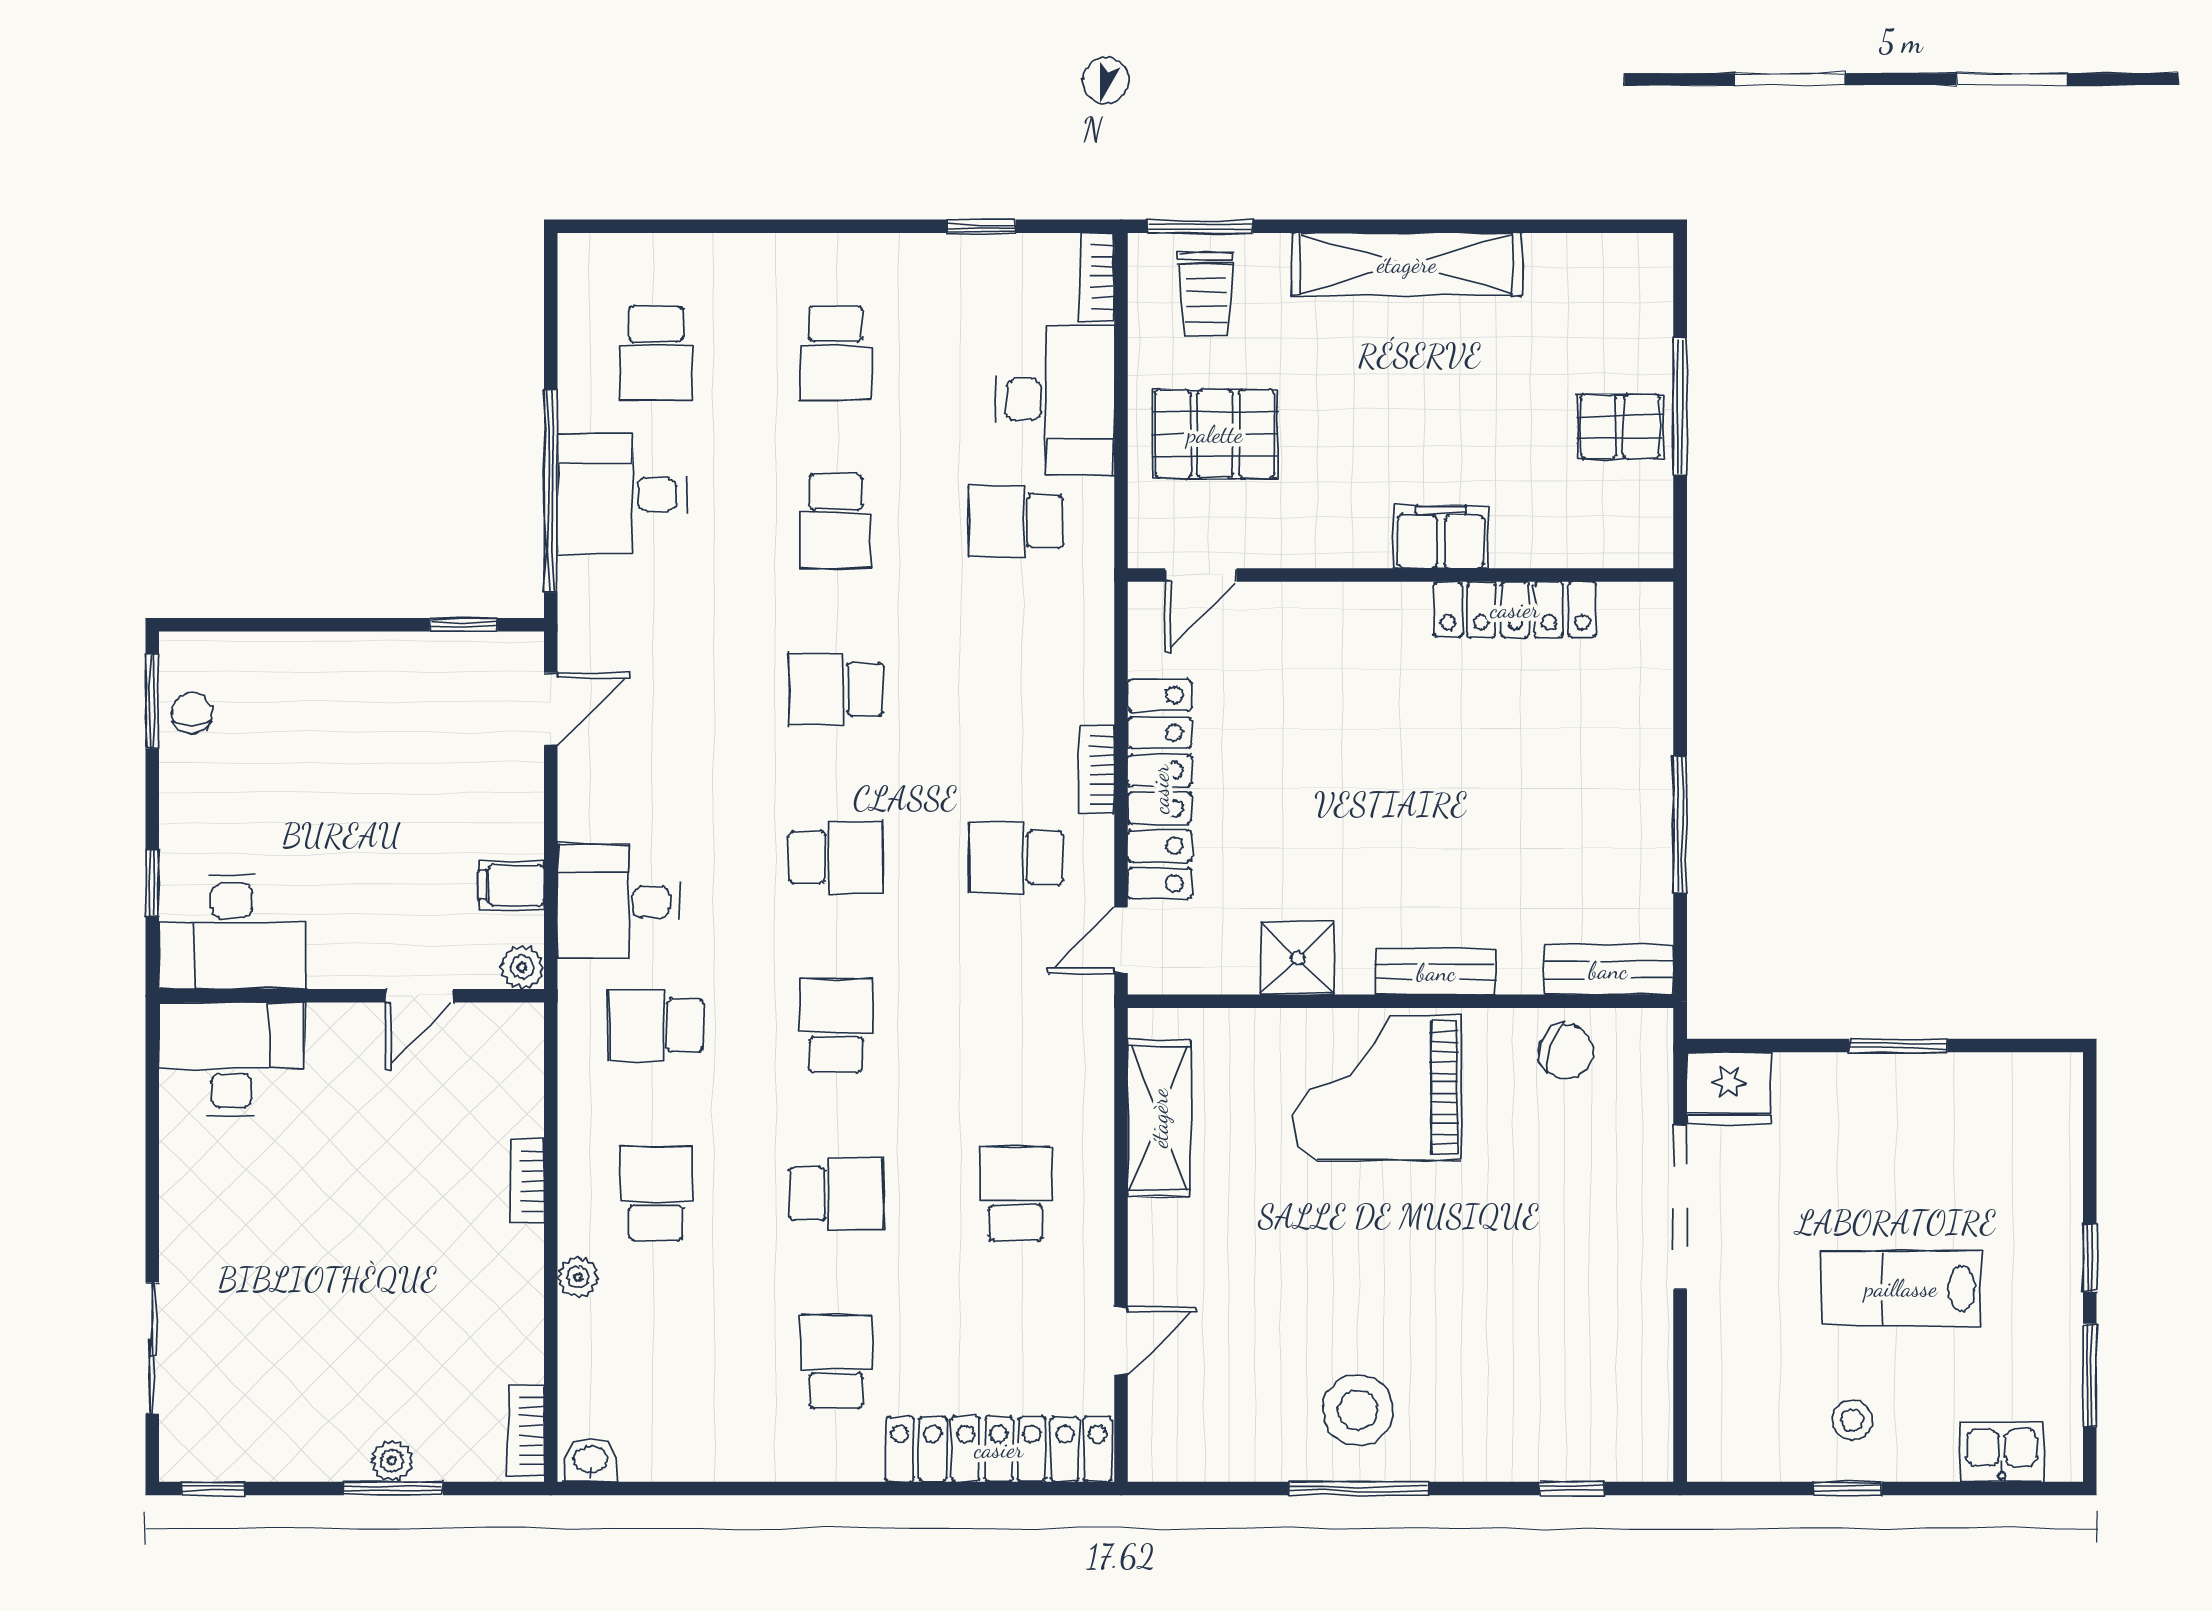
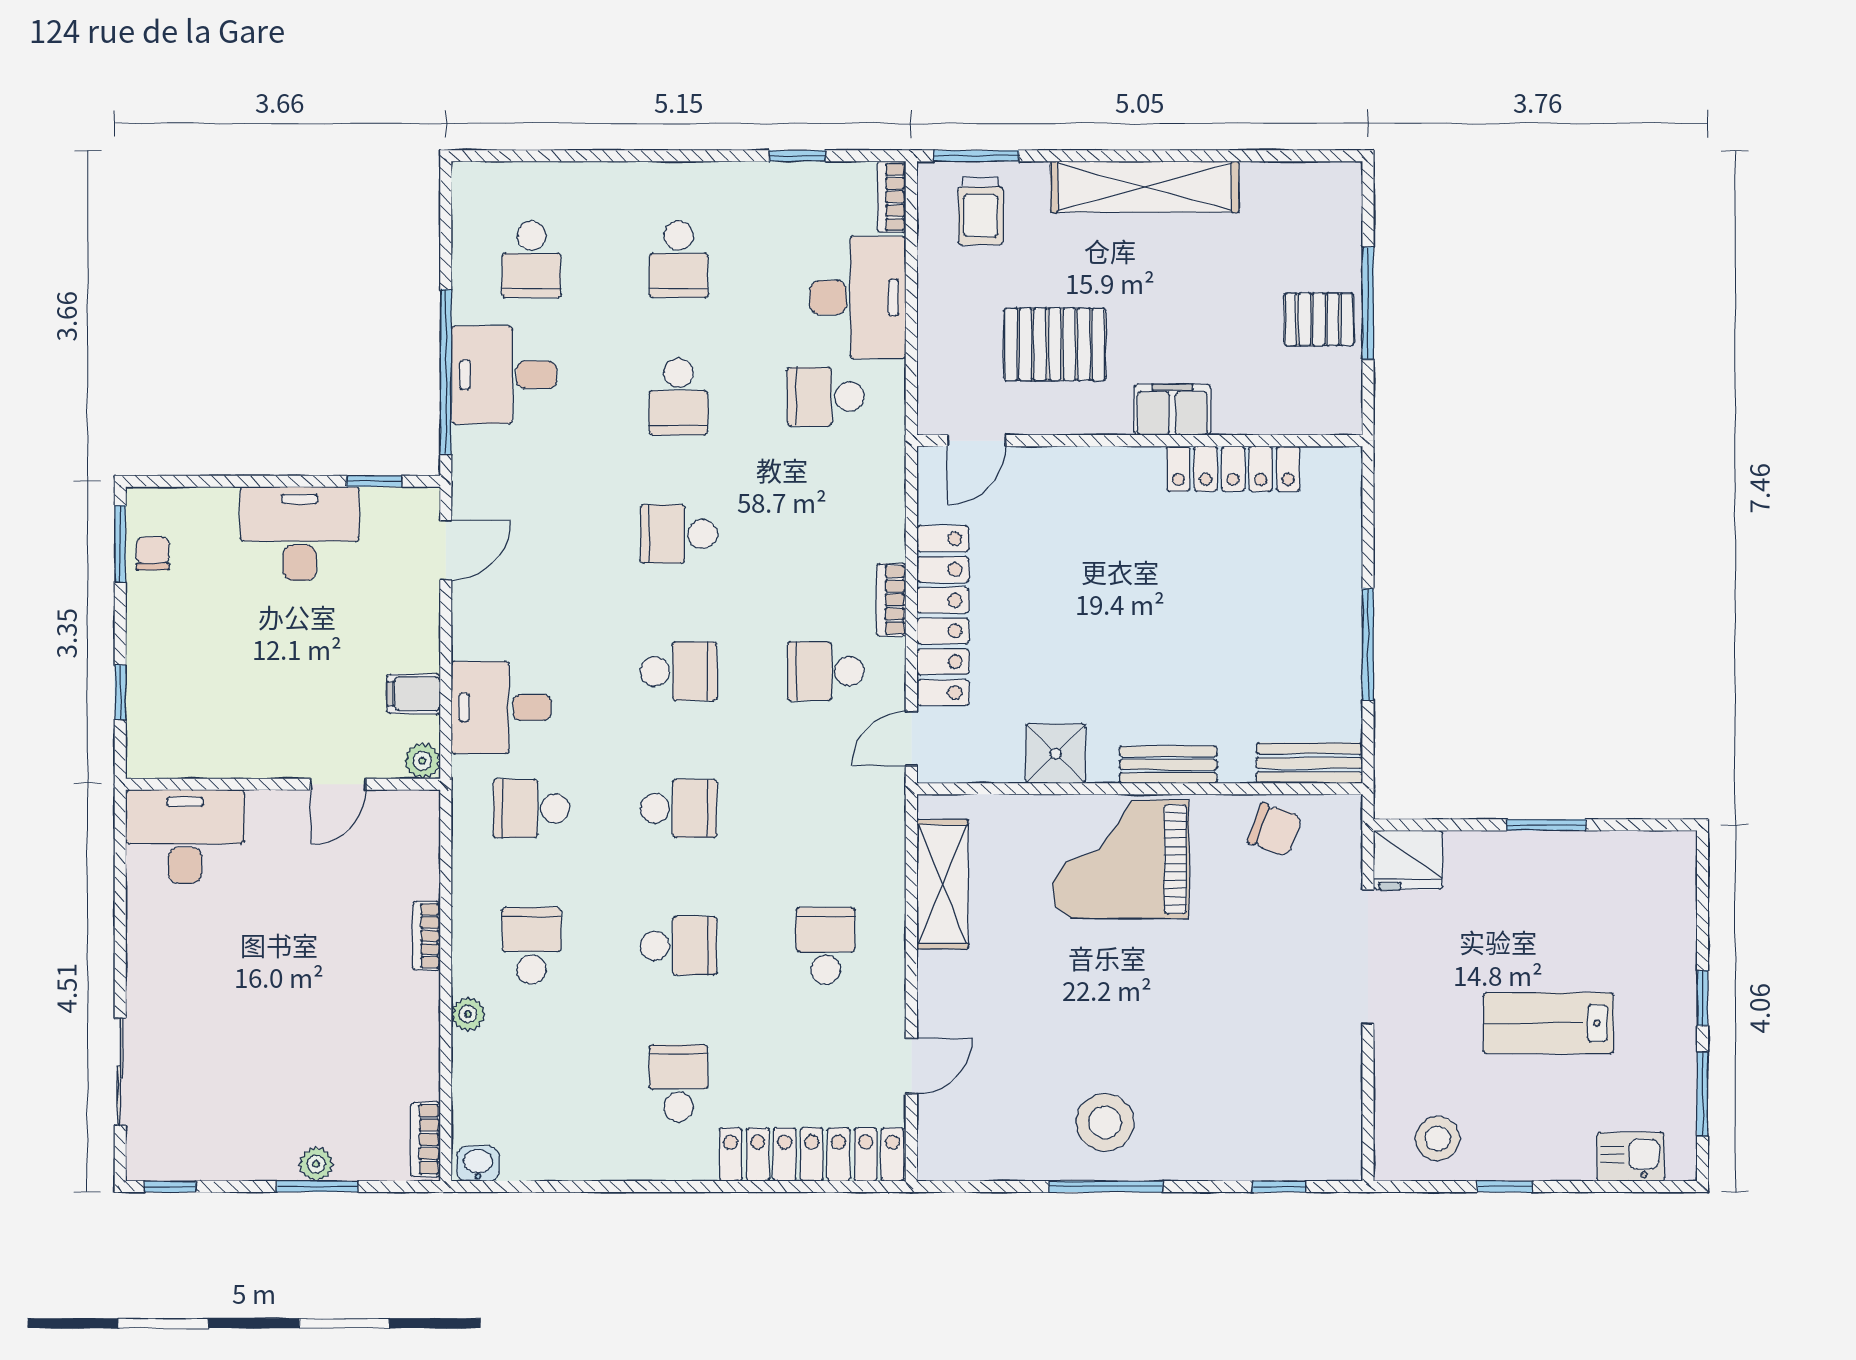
pallet: (1215, 434) -> (1055, 344), moved
desk: (232, 932) -> (300, 534), moved, turned 180
school desk: (836, 1025) -> (679, 808), turned 90
stool: (1852, 1420) -> (1437, 1139), moved, width x1.37, depth x1.37

